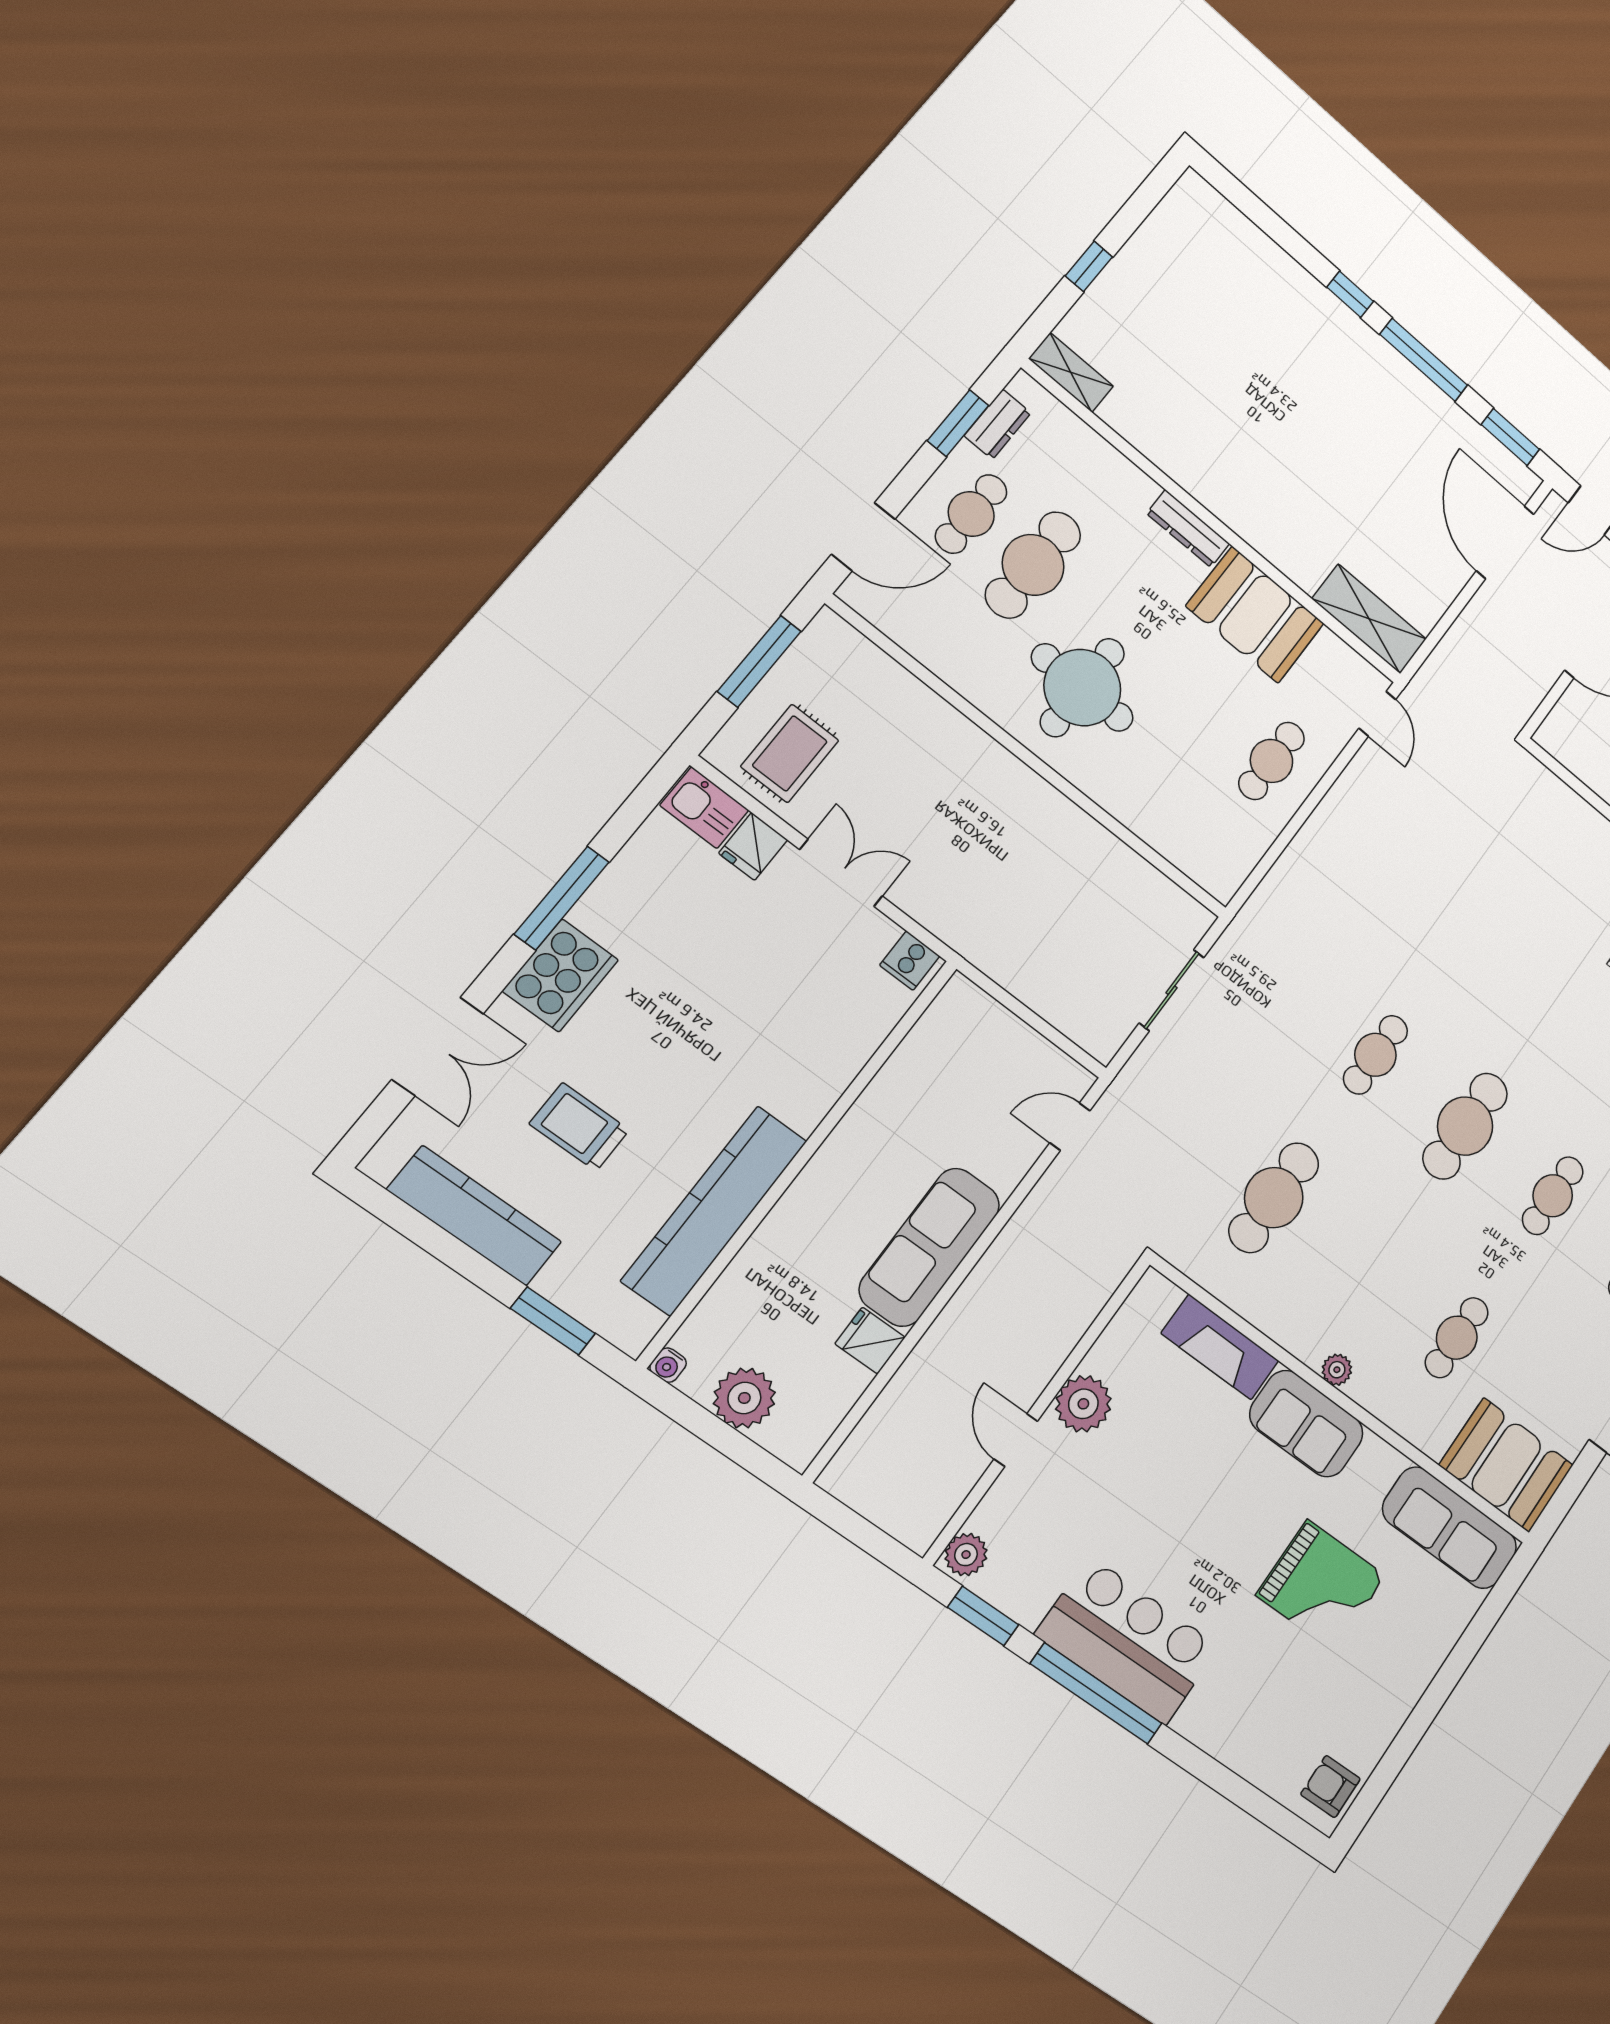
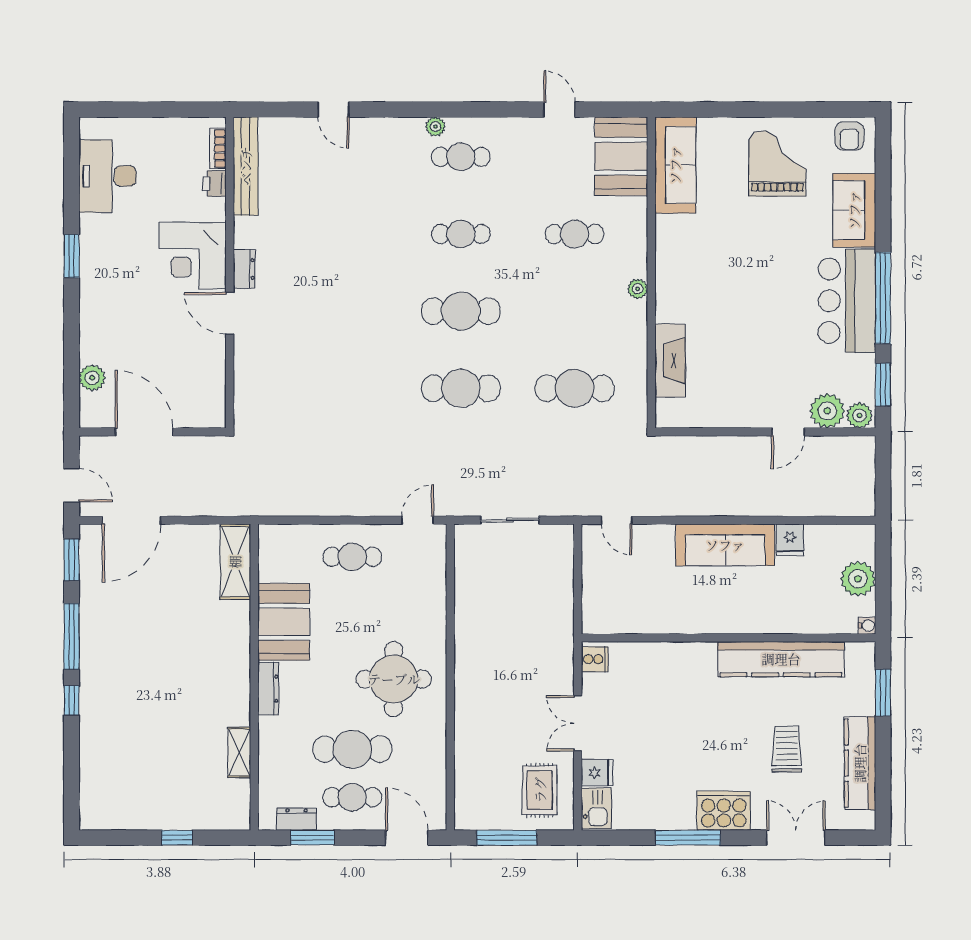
shelving: (1071, 372) -> (239, 752), moved
door: (1377, 714) -> (418, 520), moved
rug: (790, 753) -> (540, 790), turned 90
cafe table: (1375, 1055) -> (461, 388), width x1.37, depth x1.35
trolley: (579, 1127) -> (787, 749), turned 180
plant: (1083, 1404) -> (827, 411), moved
sofa: (1307, 1424) -> (854, 210), moved, turned 180
grand piano: (1321, 1585) -> (777, 163), moved

